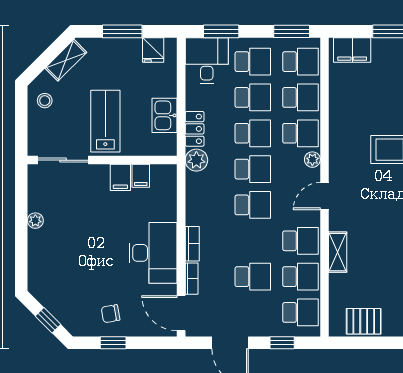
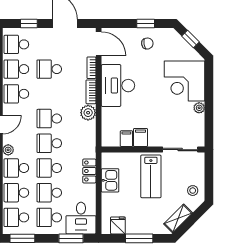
plant: (196, 160) -> (88, 113), moved
corner desk: (57, 259) -> (184, 81), added

